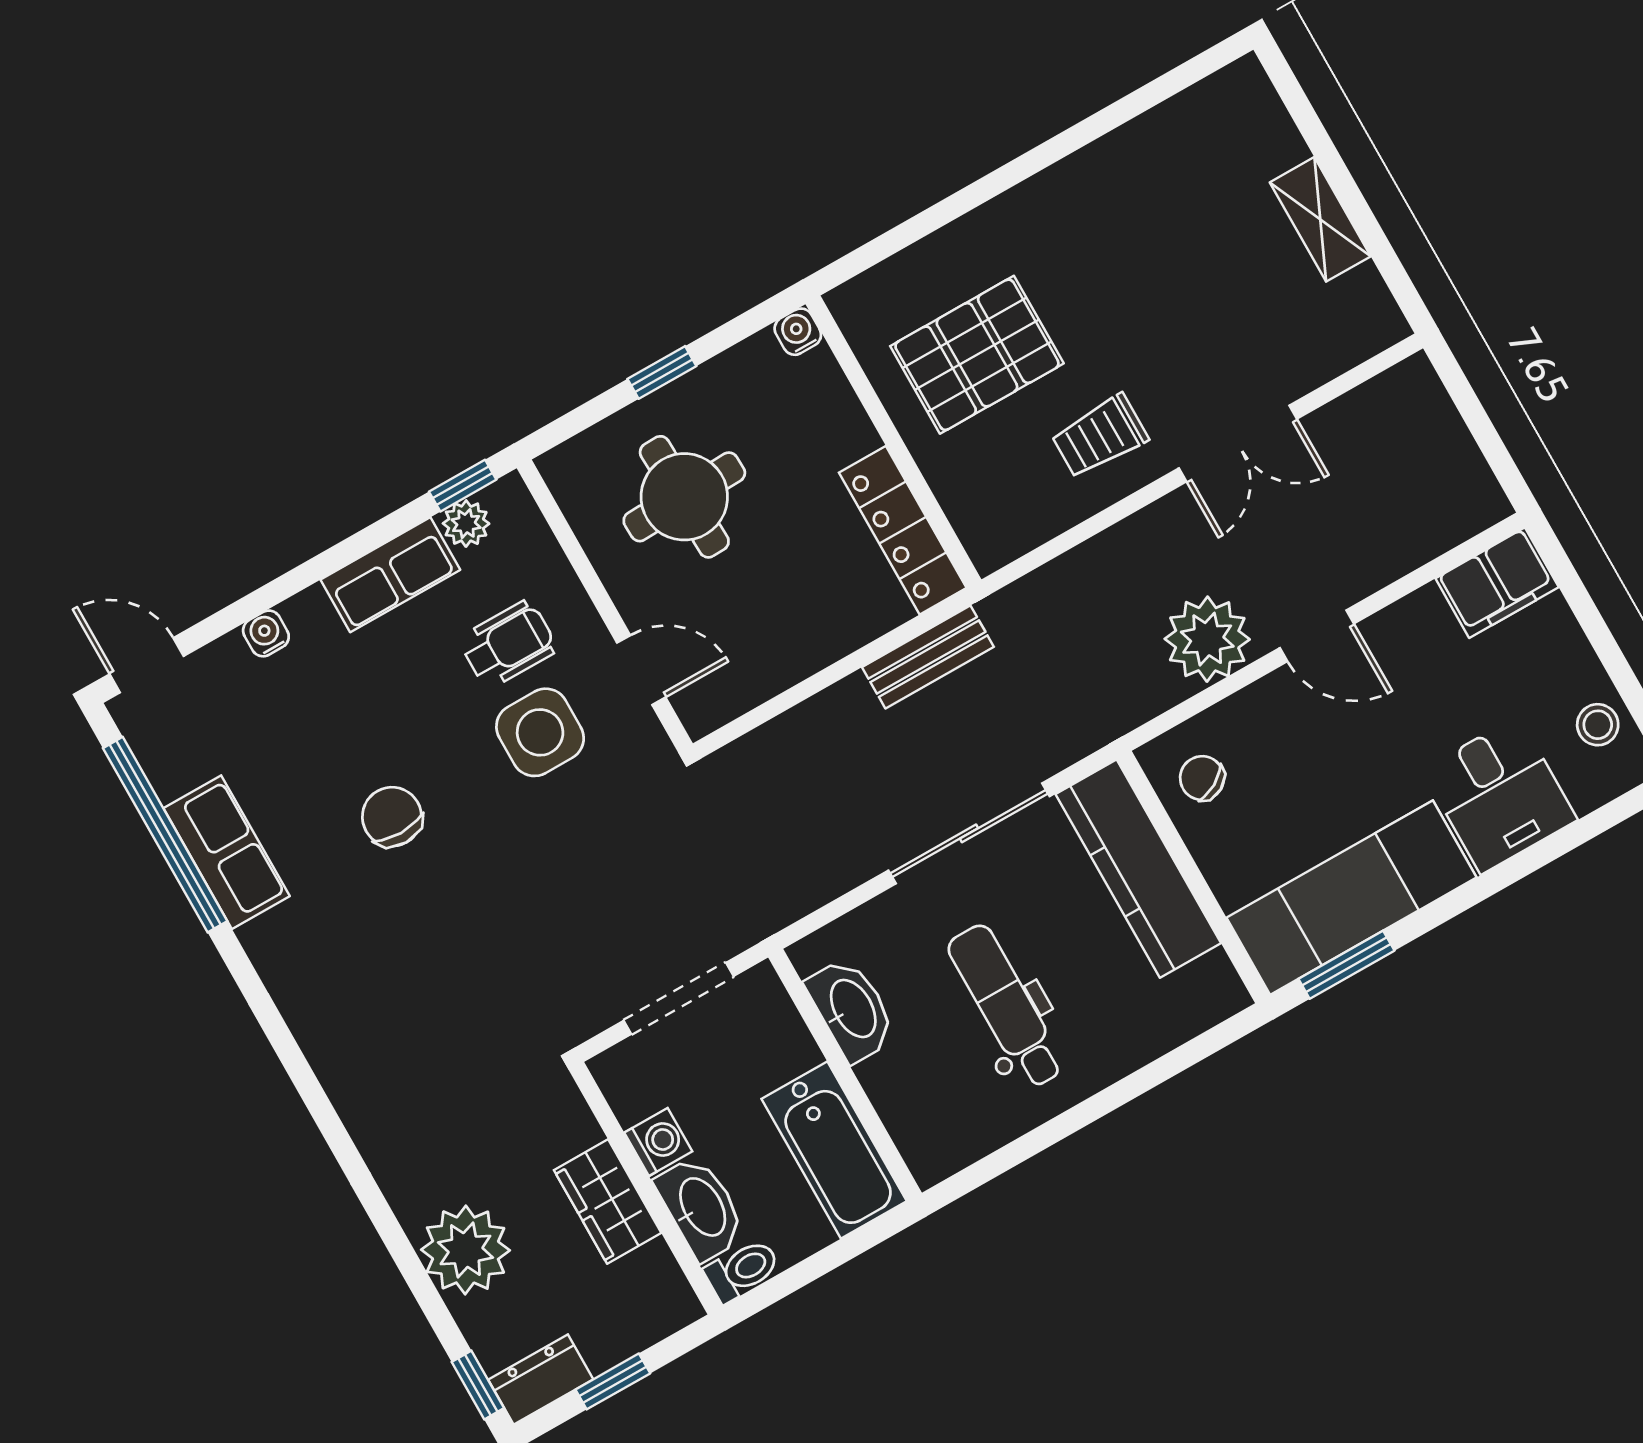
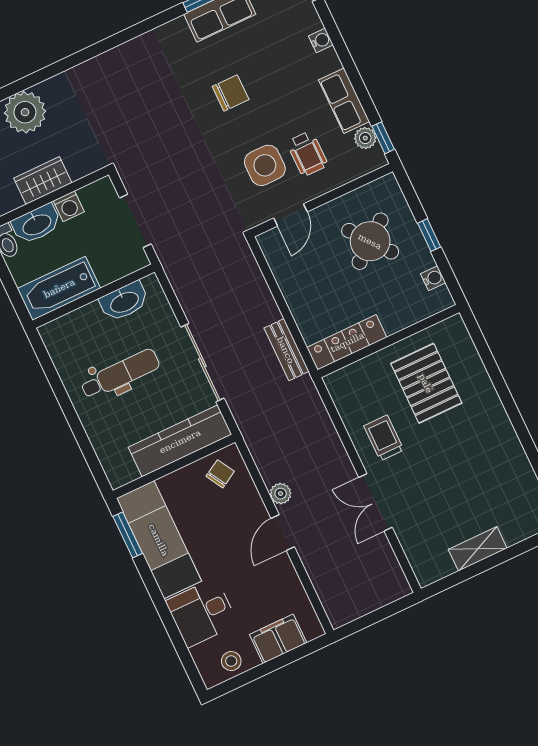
water cooler: (798, 332) -> (433, 278), moved
round table: (684, 497) -> (370, 241), turned -36
filing cabinet: (1497, 583) -> (278, 639), moved, turned 90
plant: (1207, 639) -> (281, 494), width x0.53, depth x0.53

